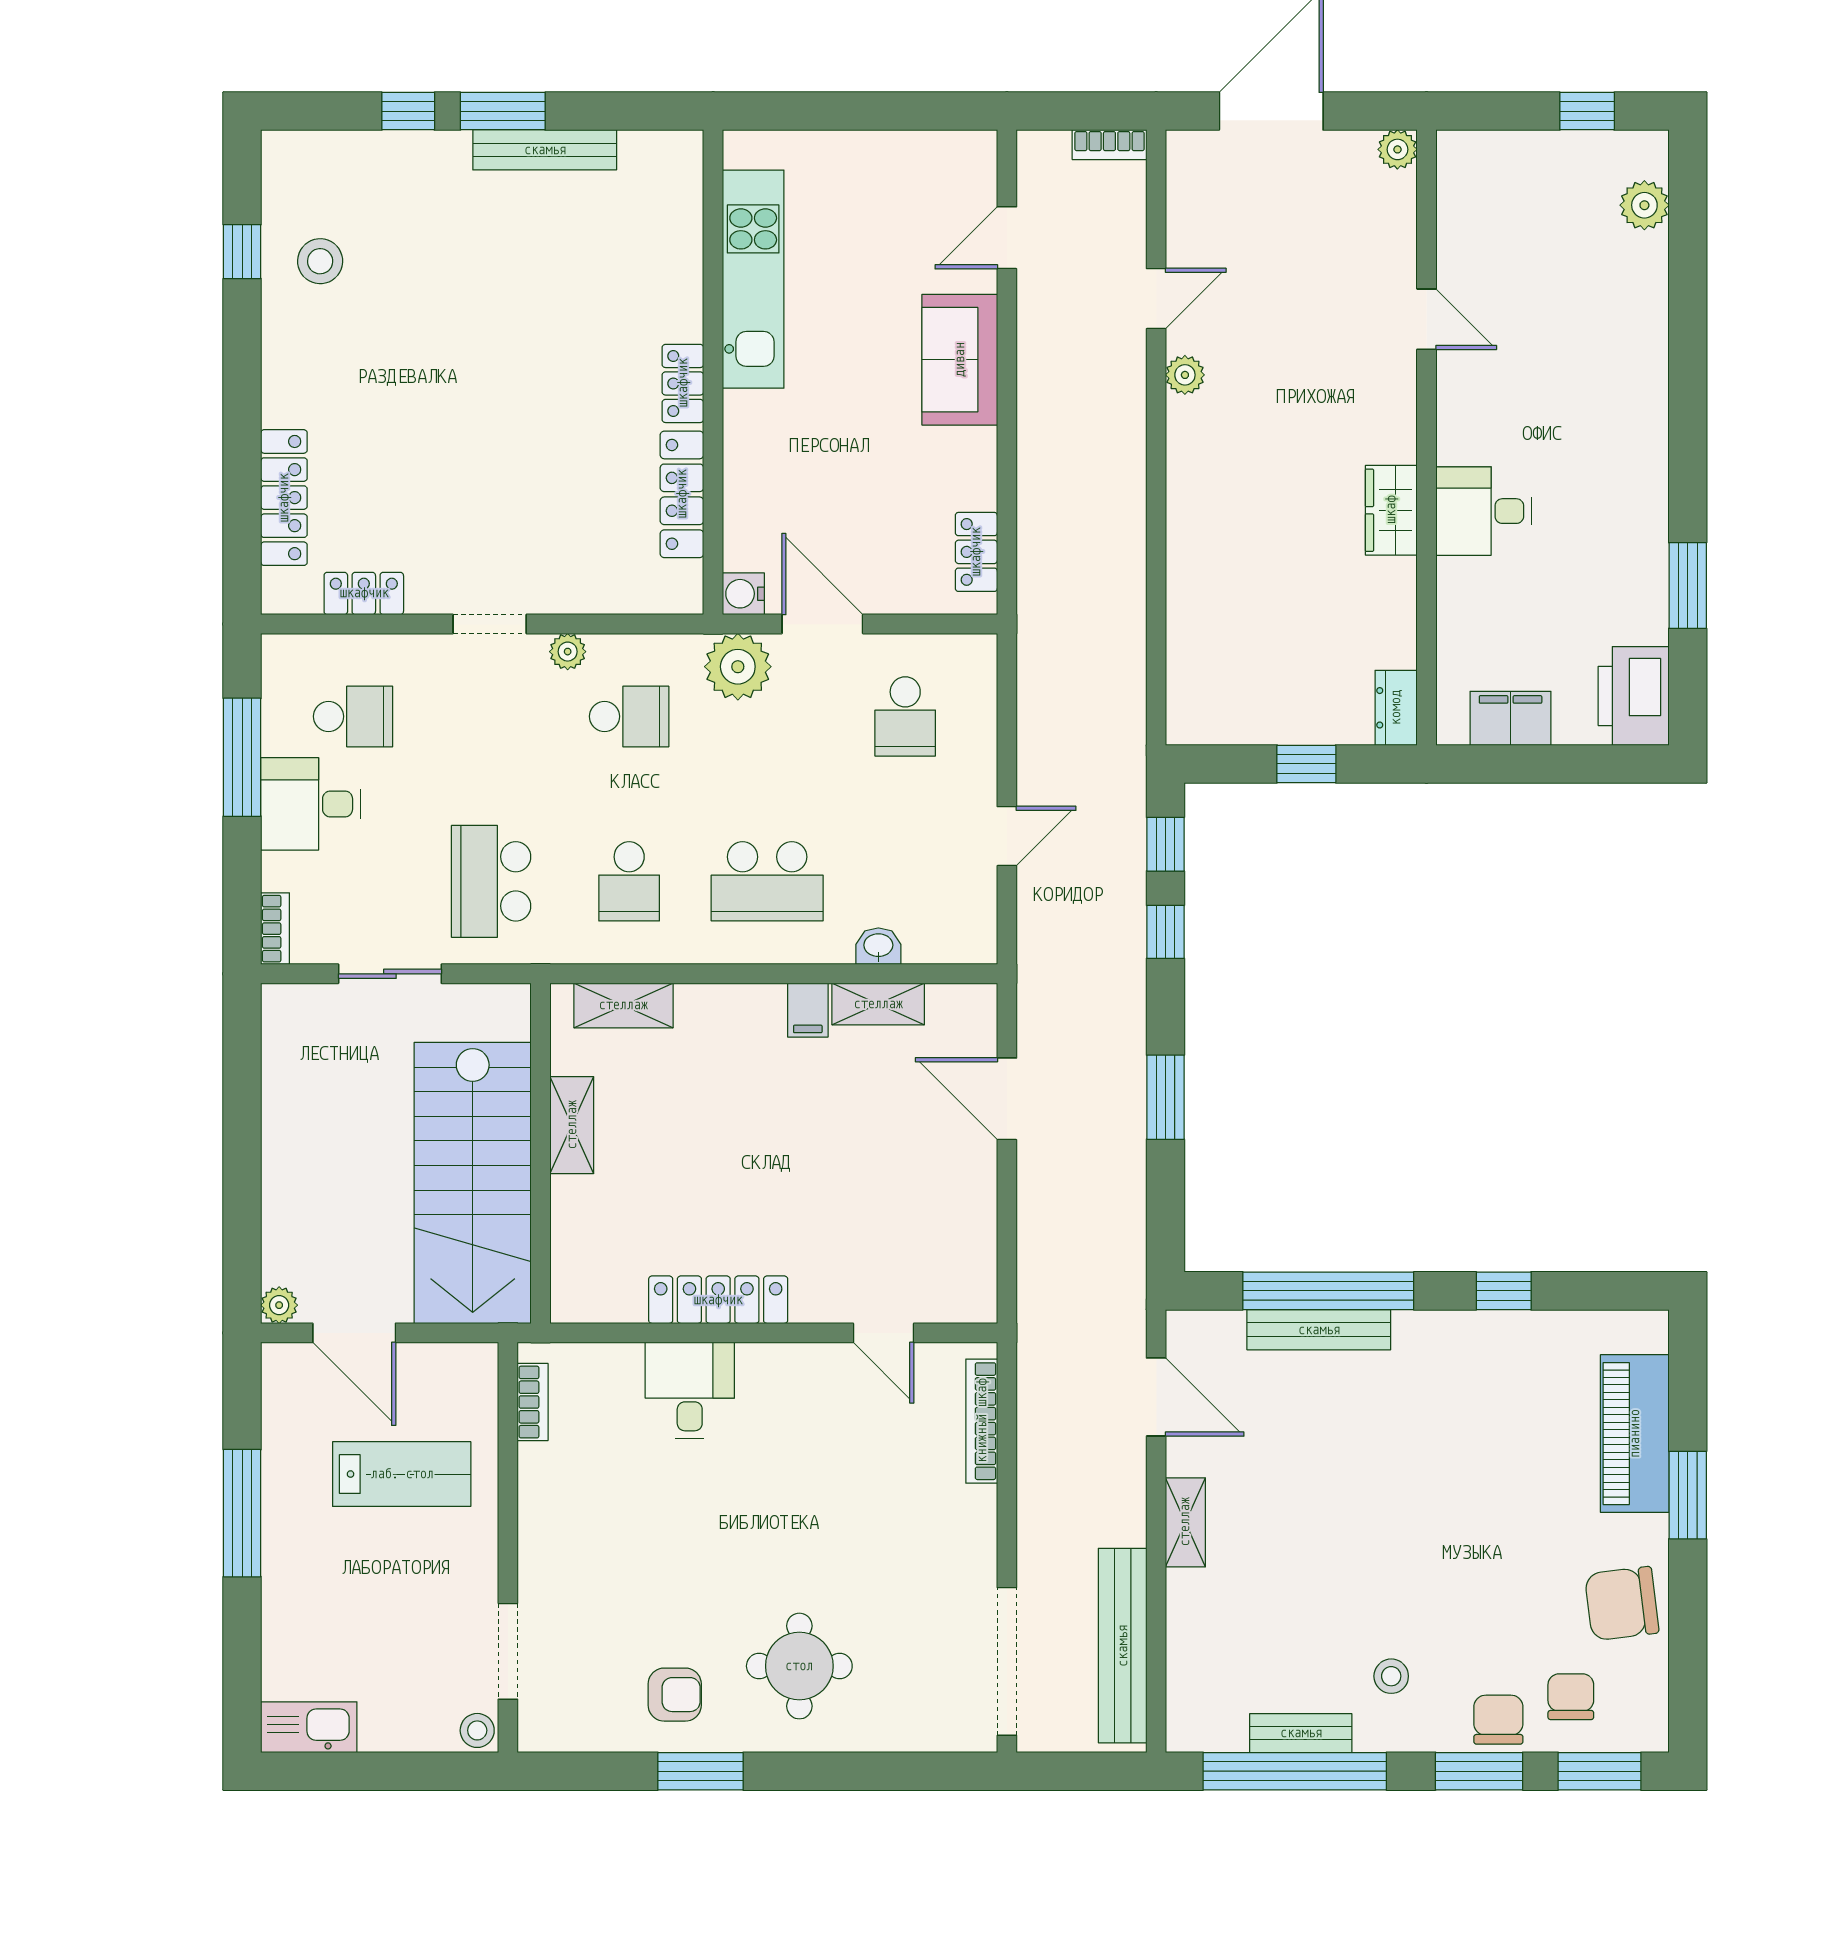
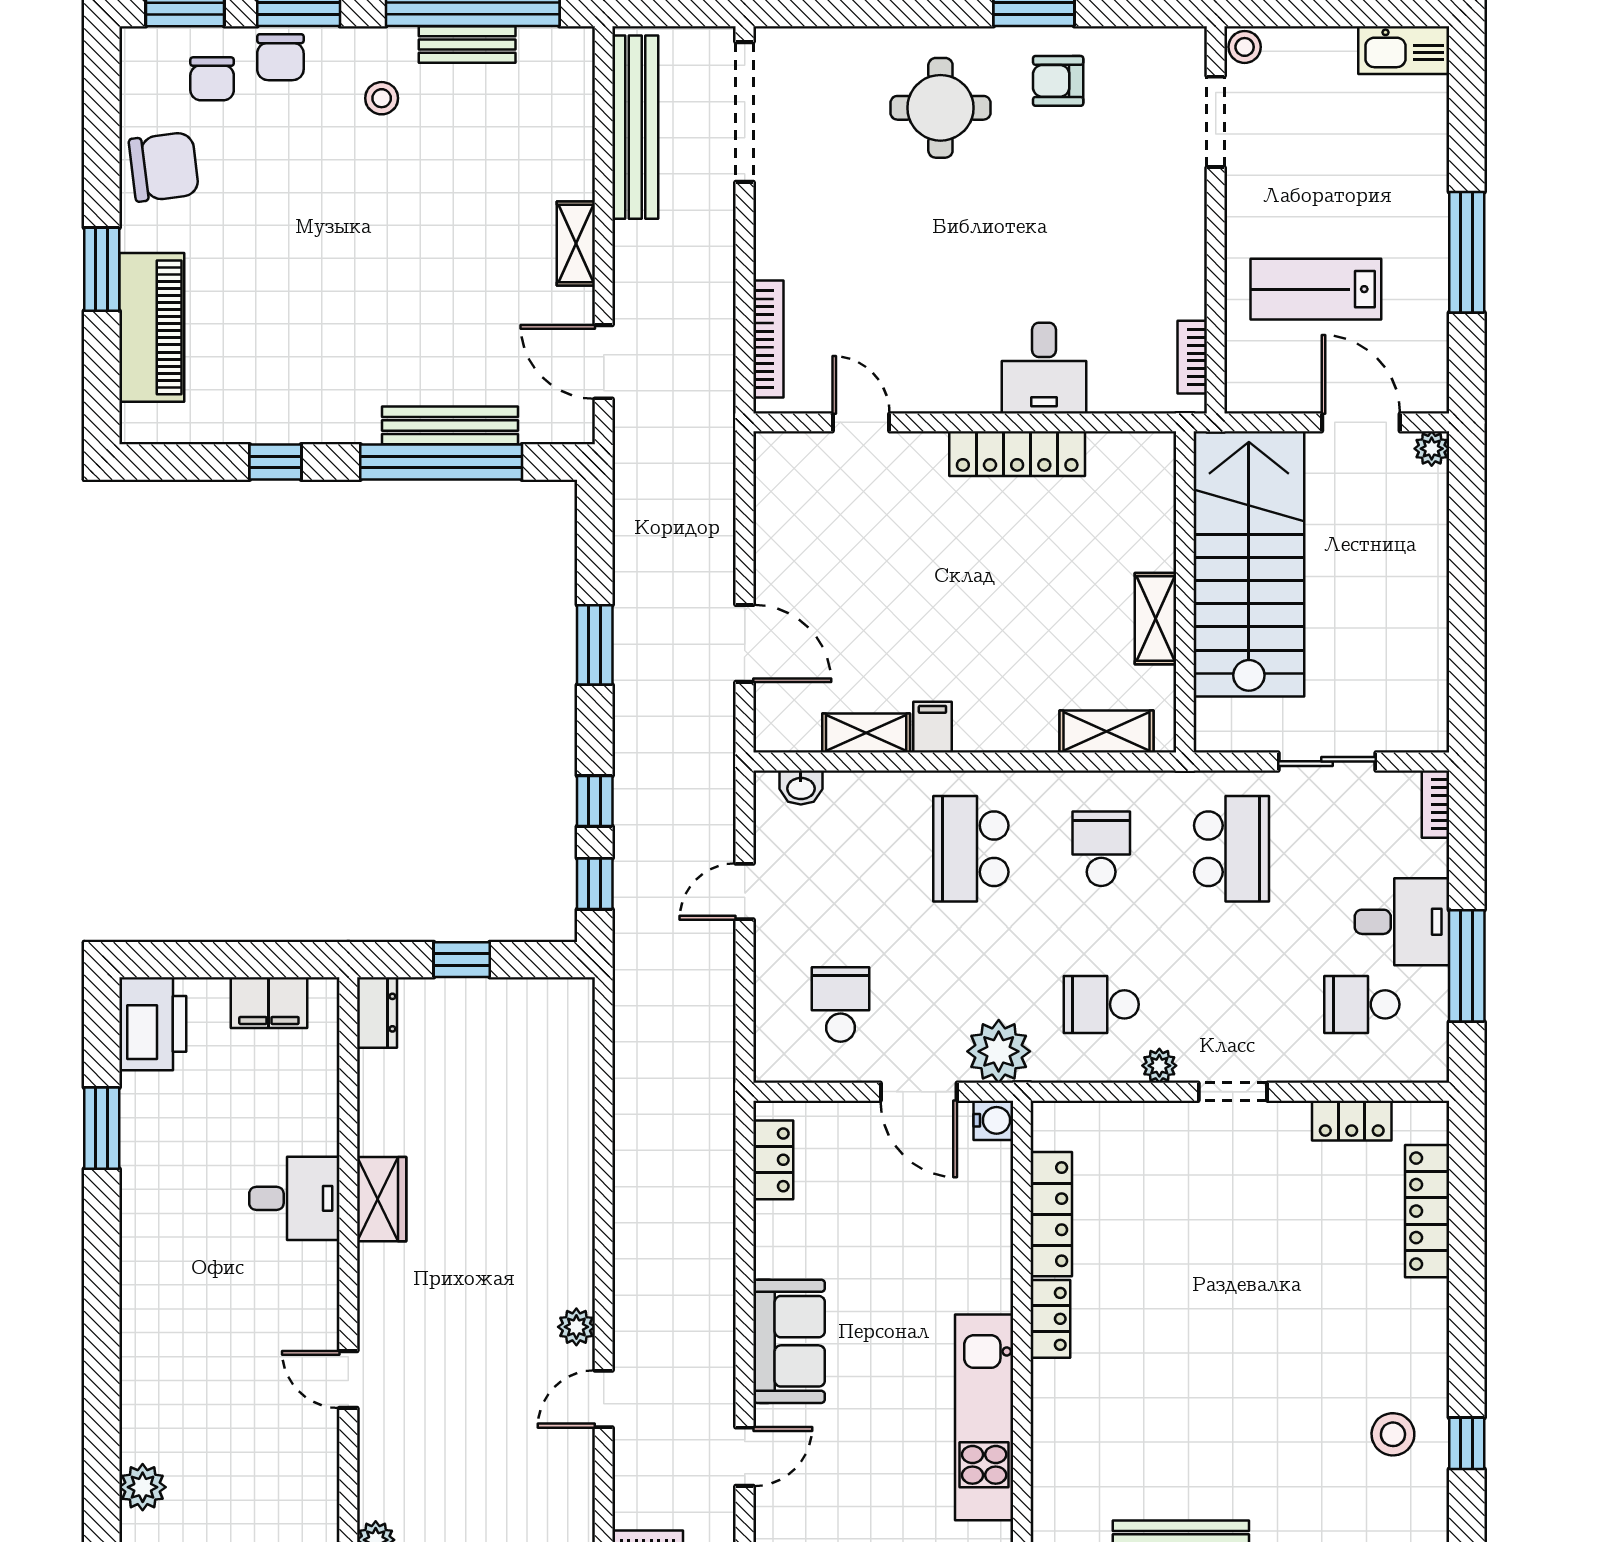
school desk: (767, 881) -> (971, 849), turned -90
washbasin: (878, 946) -> (801, 788), moved

